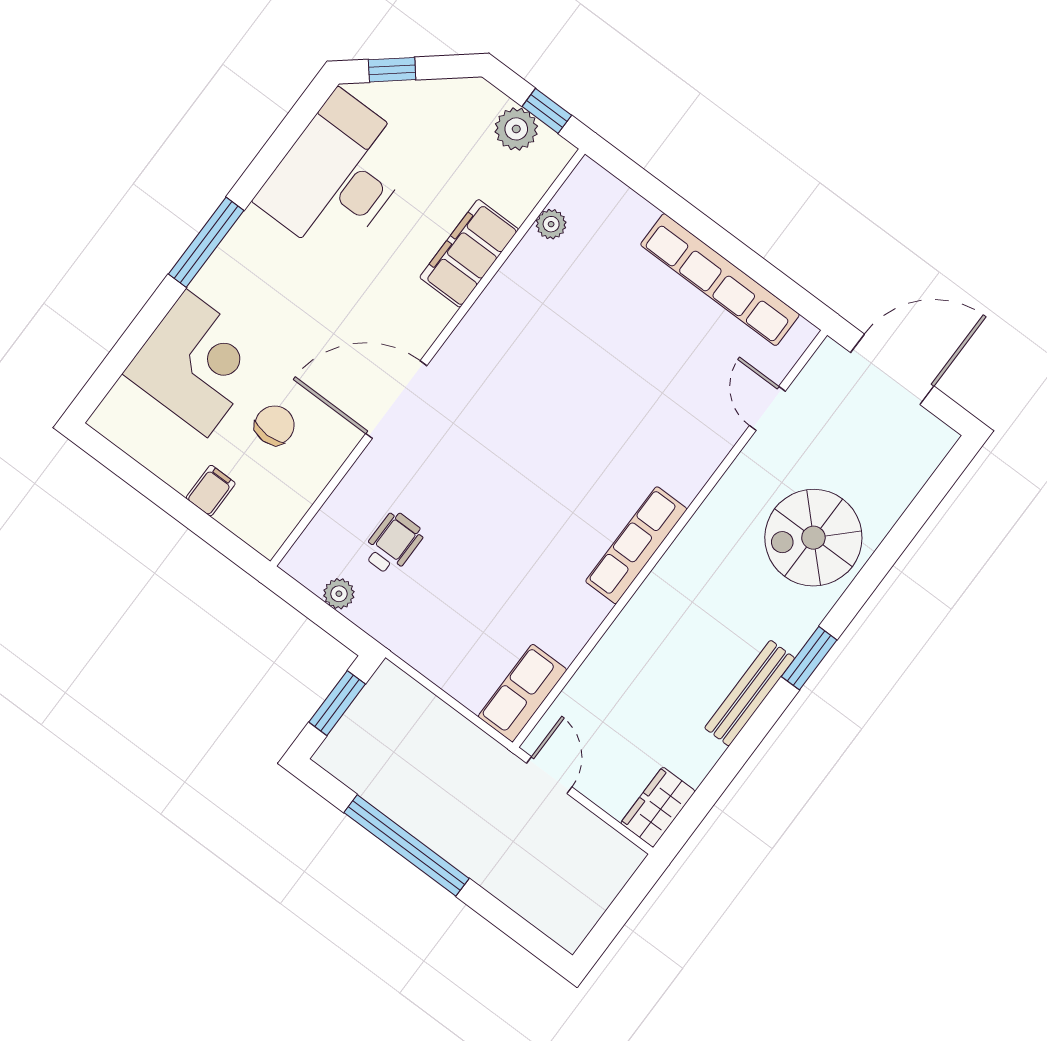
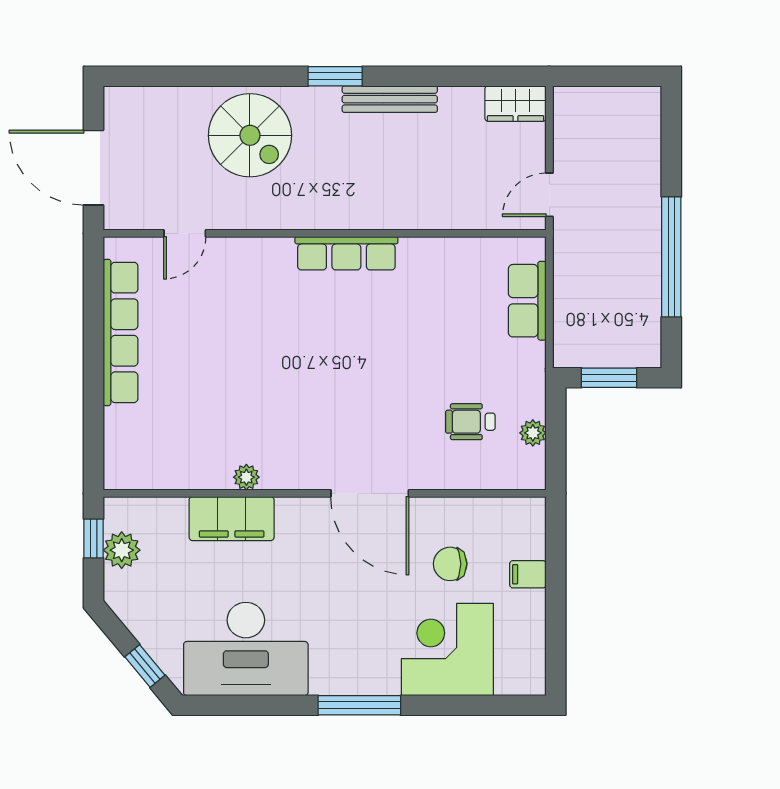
plant: (551, 224) -> (246, 477), moved
row of seats: (522, 693) -> (527, 301), moved, turned 90

